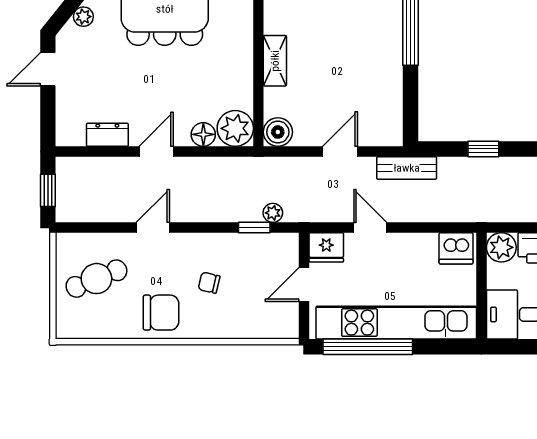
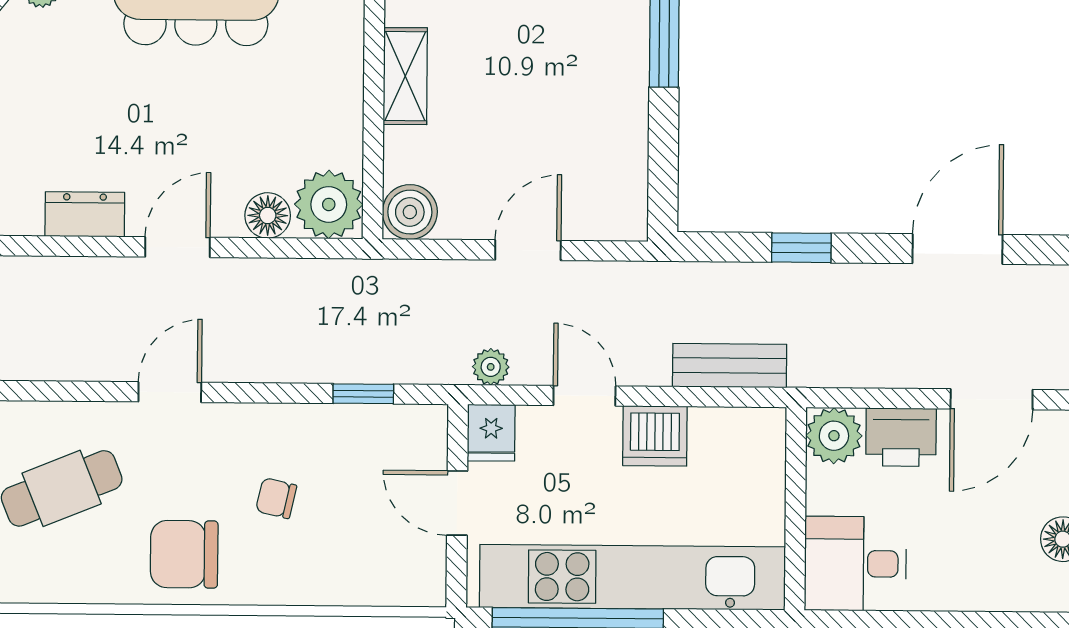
bench: (407, 168) -> (730, 366), moved
plant: (273, 213) -> (491, 367), moved
fridge: (326, 247) -> (491, 433), width x0.72
dishwasher: (456, 248) -> (655, 436), moved
door: (304, 284) -> (457, 503), hinge flipped
chair: (161, 313) -> (184, 554), turned 180

